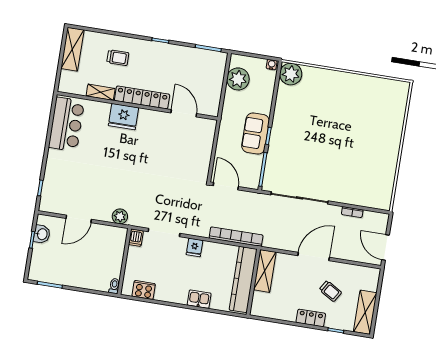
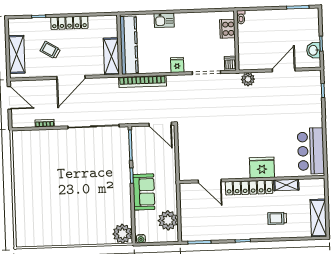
sofa: (255, 134) -> (144, 192), moved
cooker: (144, 290) -> (227, 29), moved, turned 90
shelving: (365, 312) -> (17, 54), moved
locker: (311, 318) -> (69, 23), width x1.53

